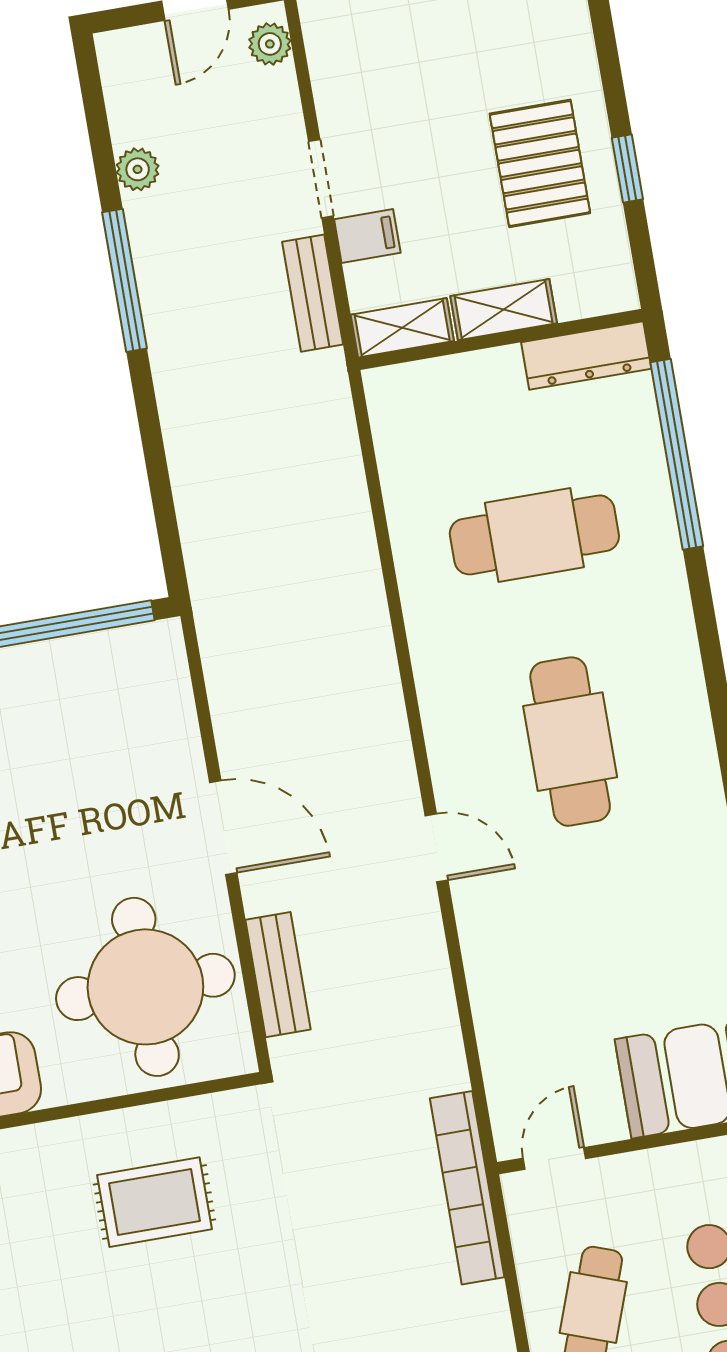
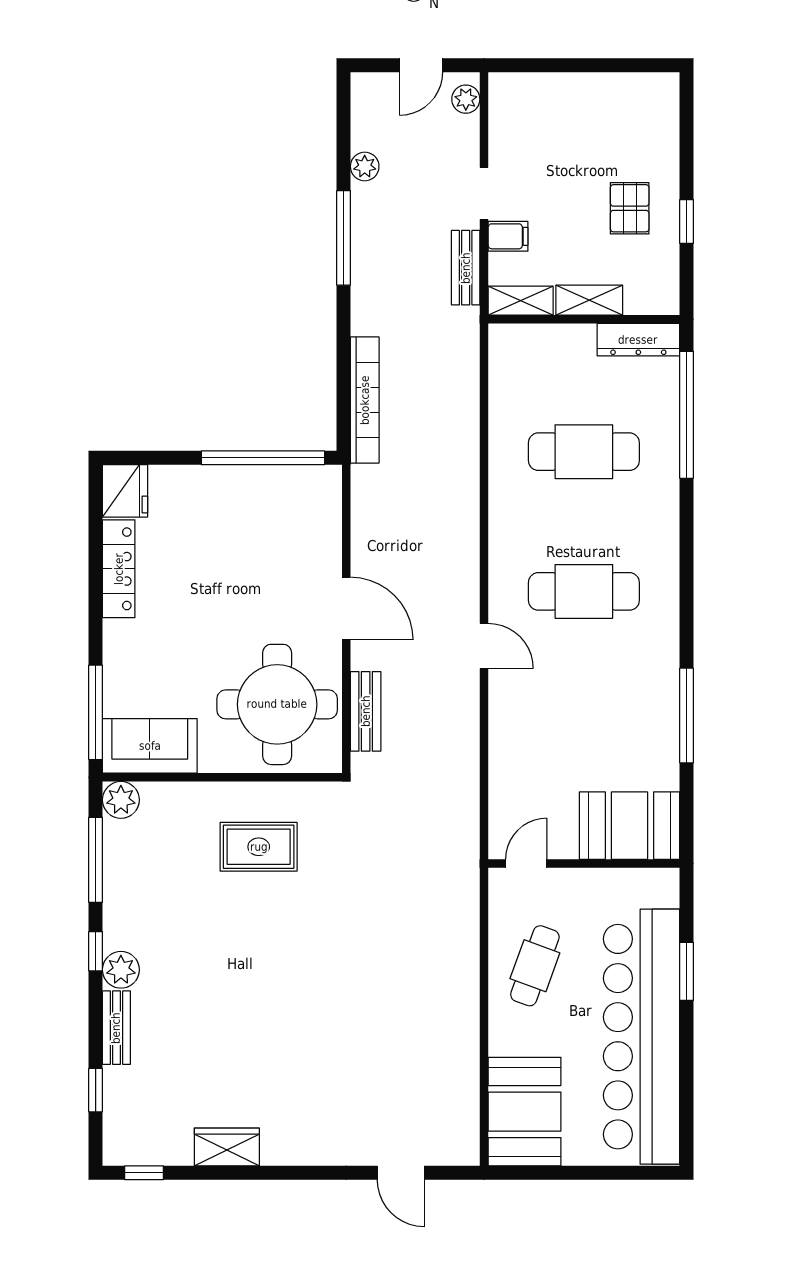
pallet: (540, 163) -> (630, 208), width x0.67, depth x0.71
cafe table: (570, 742) -> (584, 591), turned 90
bookcase: (467, 1188) -> (365, 400), moved, turned 180

